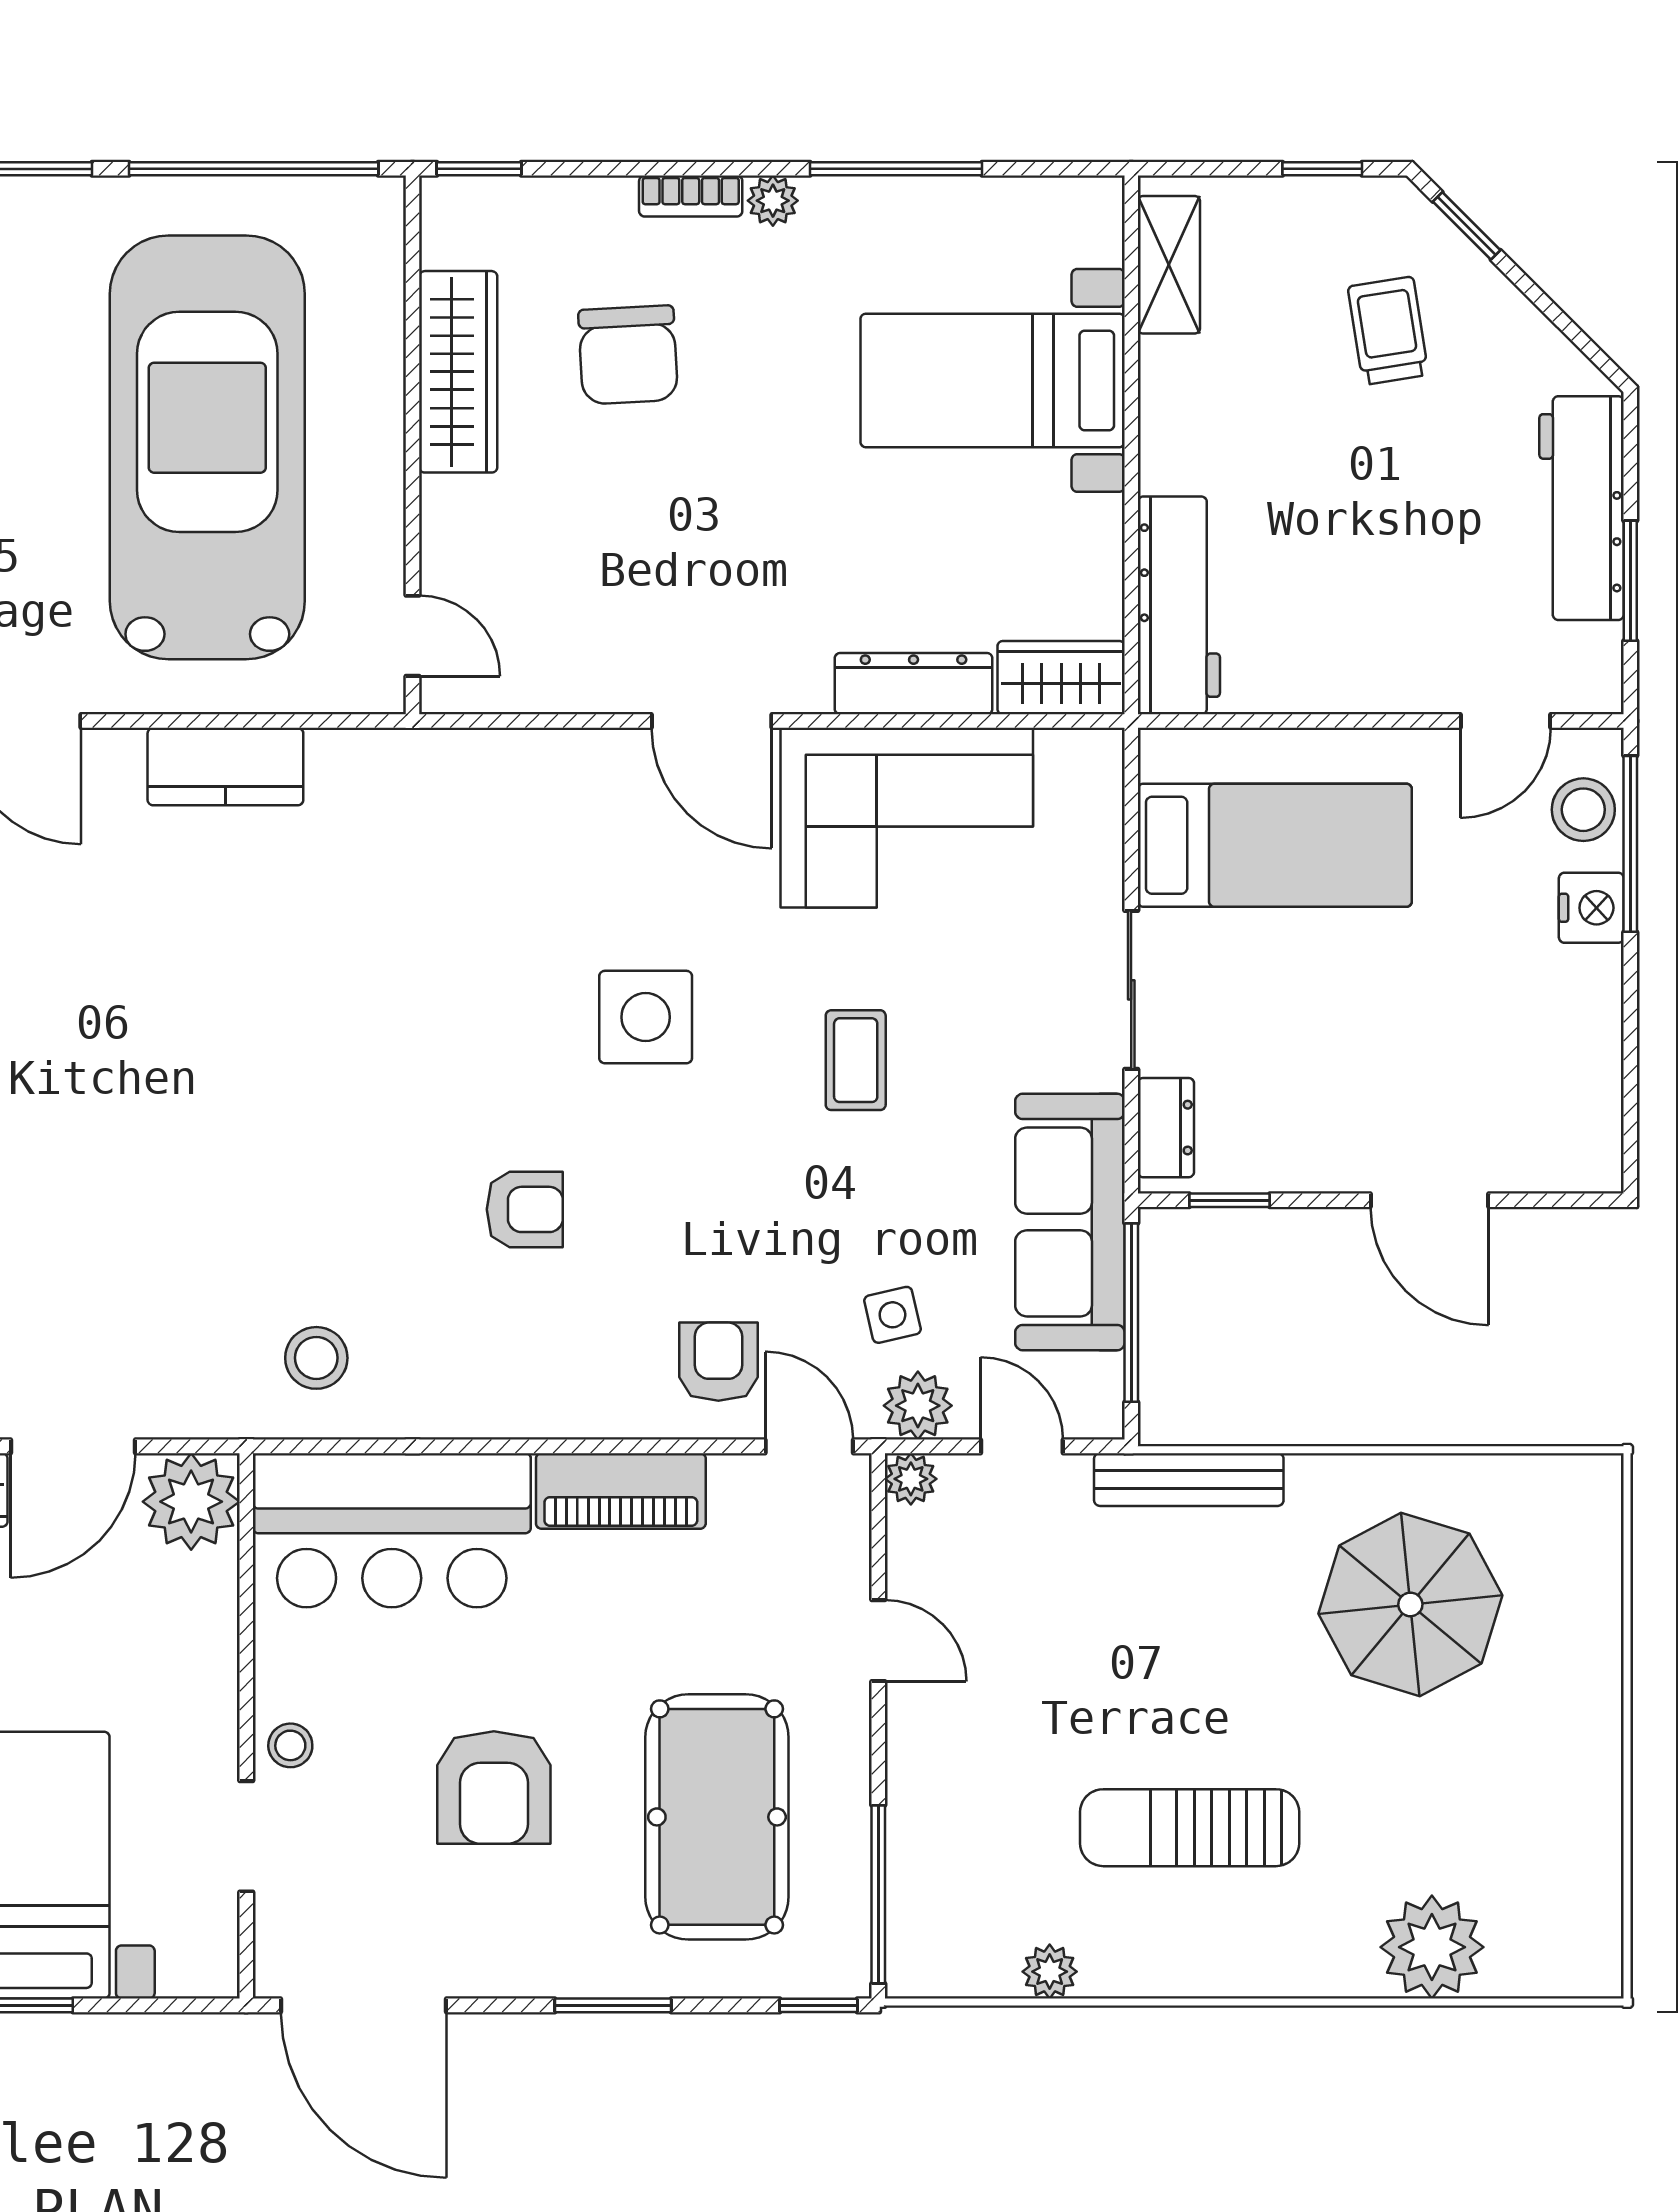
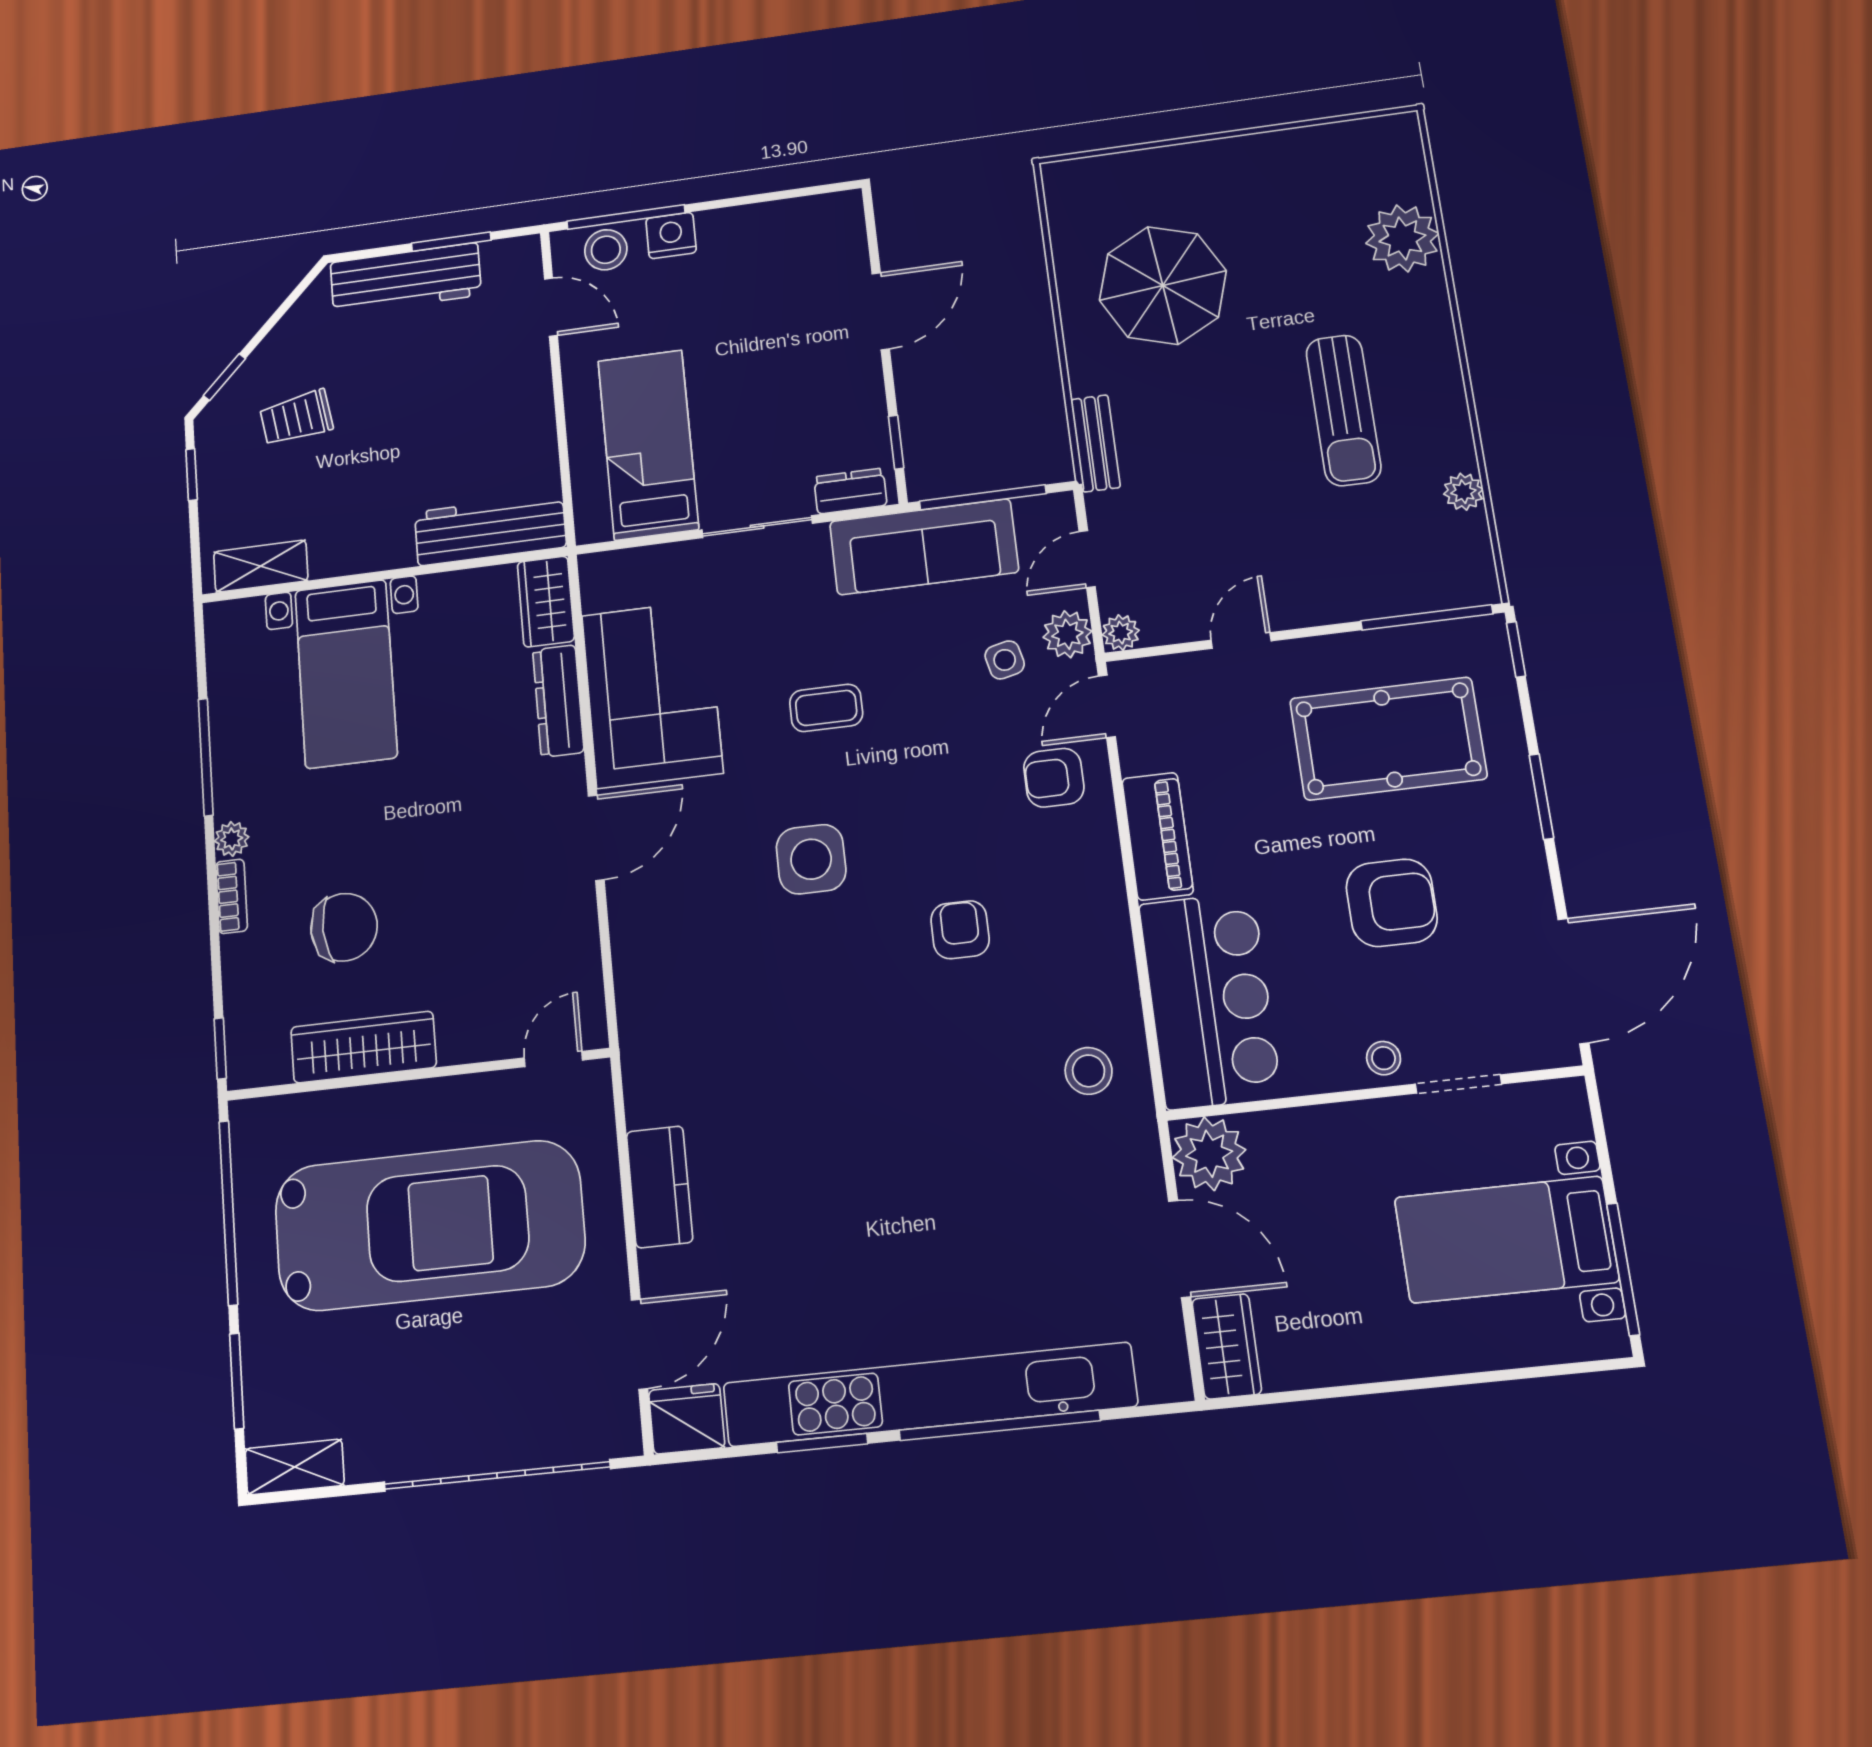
car: (207, 447) -> (429, 1225), turned 180
bench: (1189, 1480) -> (1095, 443), width x0.73

